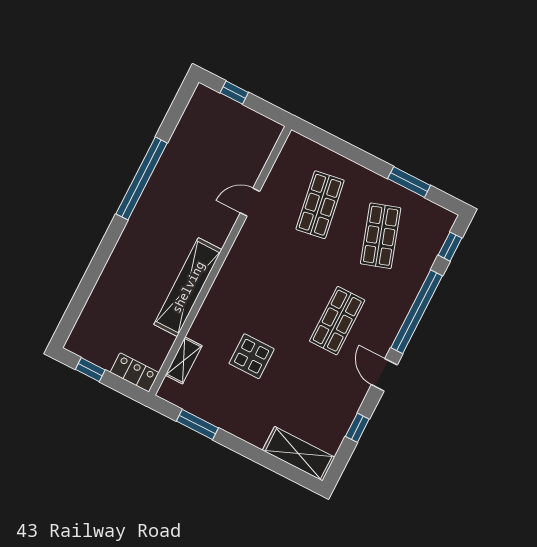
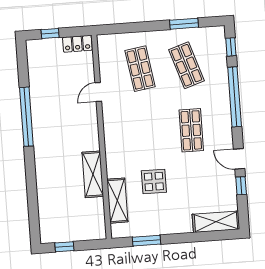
shelving: (188, 287) -> (93, 174), width x0.68
shelving: (184, 360) -> (117, 201), width x1.50, depth x1.33
locker: (135, 372) -> (77, 44), moved, turned 180
door: (384, 375) -> (239, 159), moved

